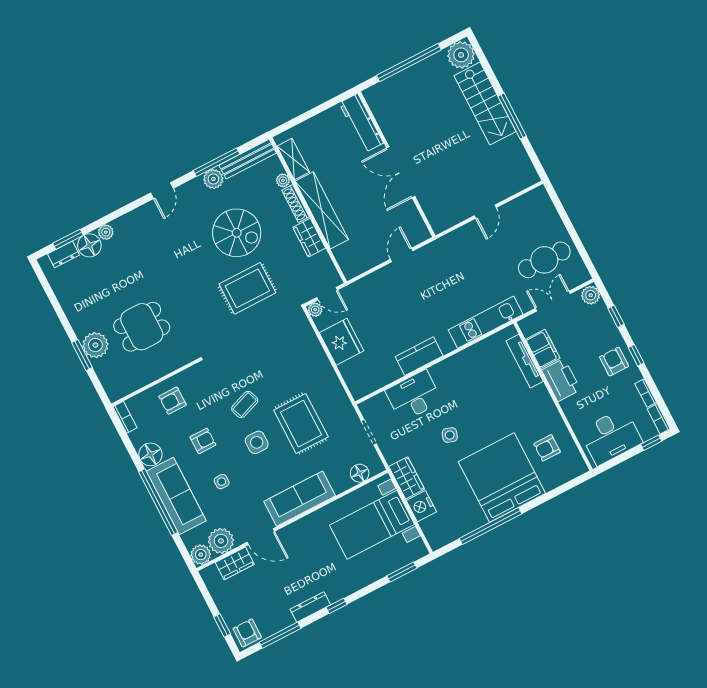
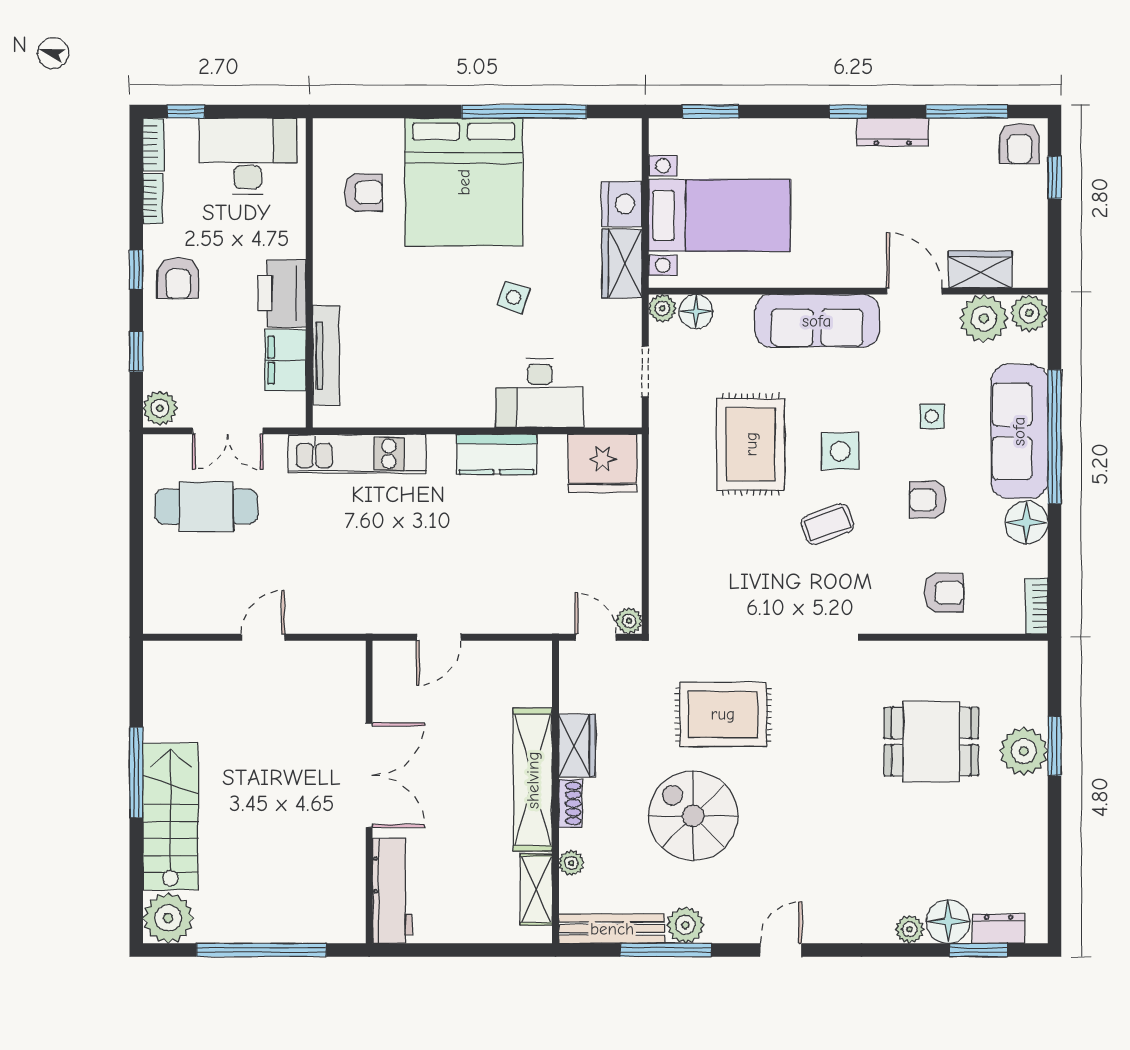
shoe rack: (296, 204) -> (570, 803), width x0.70
fridge: (342, 342) -> (603, 463), moved, turned -90
plant: (376, 467) -> (662, 308), added

